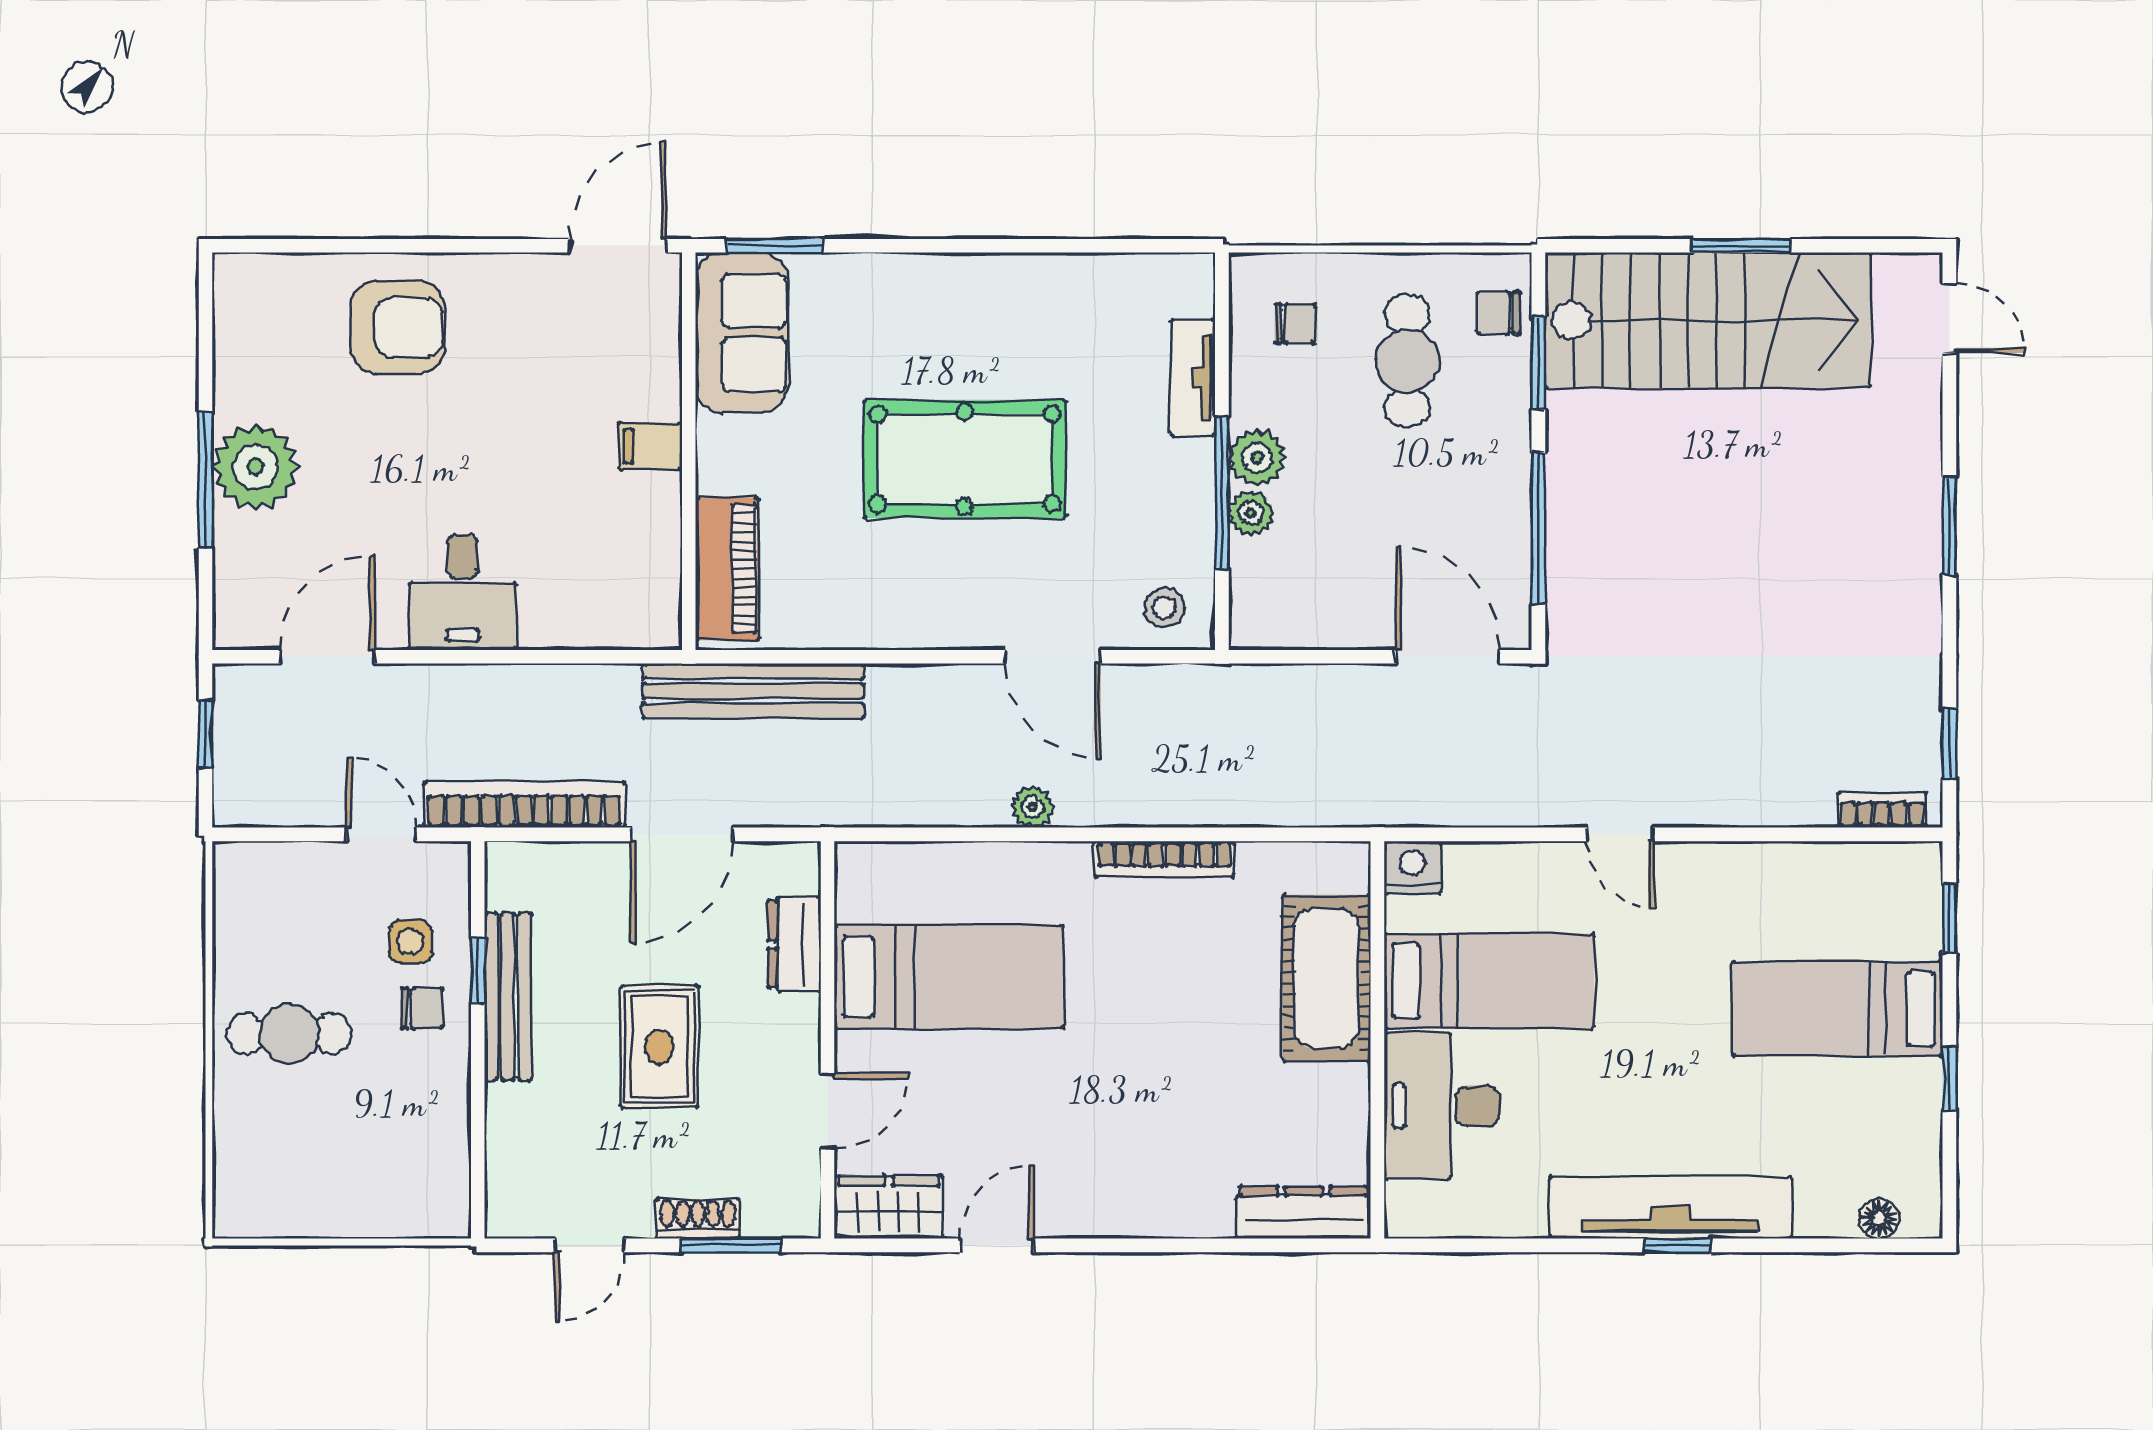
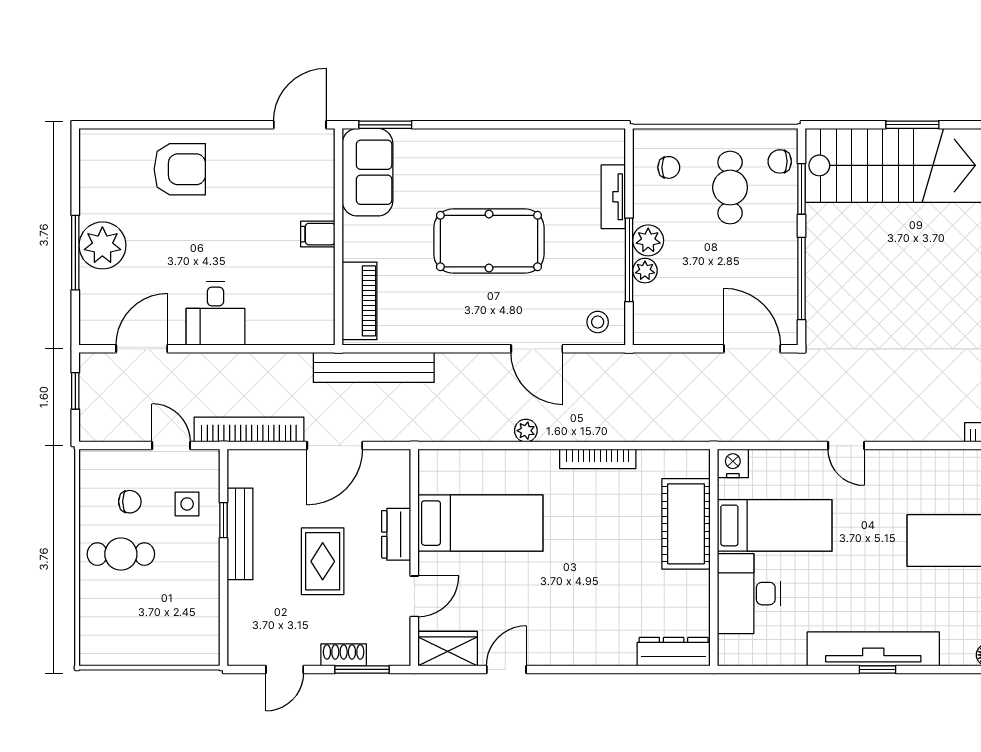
dresser: (794, 944) -> (396, 534), moved
chair: (422, 1008) -> (130, 502), moved

